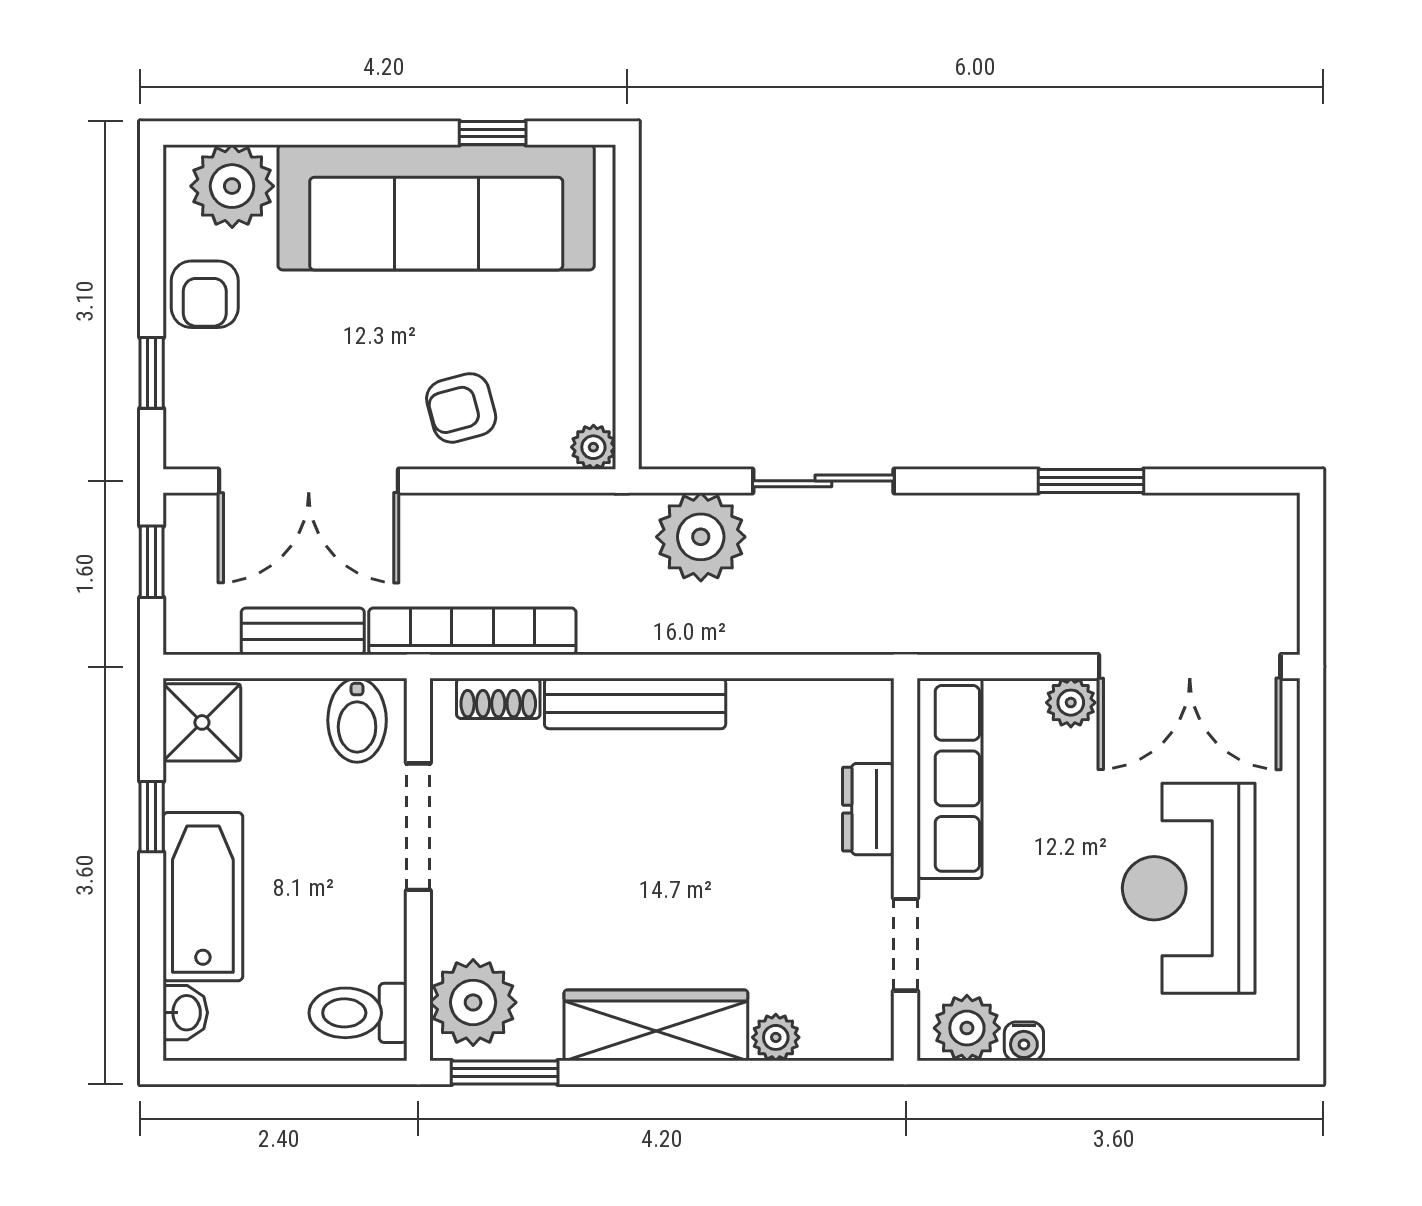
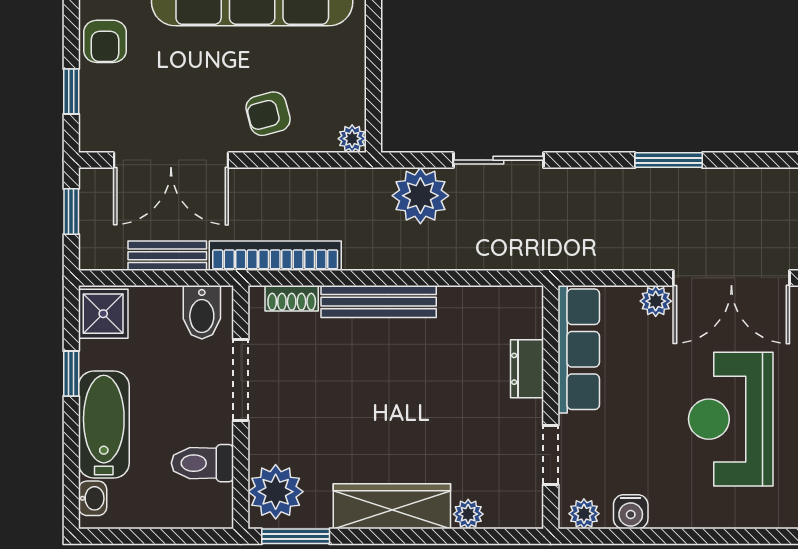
toilet: (358, 1013) -> (202, 463), moved
plant: (967, 1028) -> (584, 514), width x0.73, depth x0.73
water cooler: (1024, 1041) -> (631, 512), width x1.38, depth x1.38

